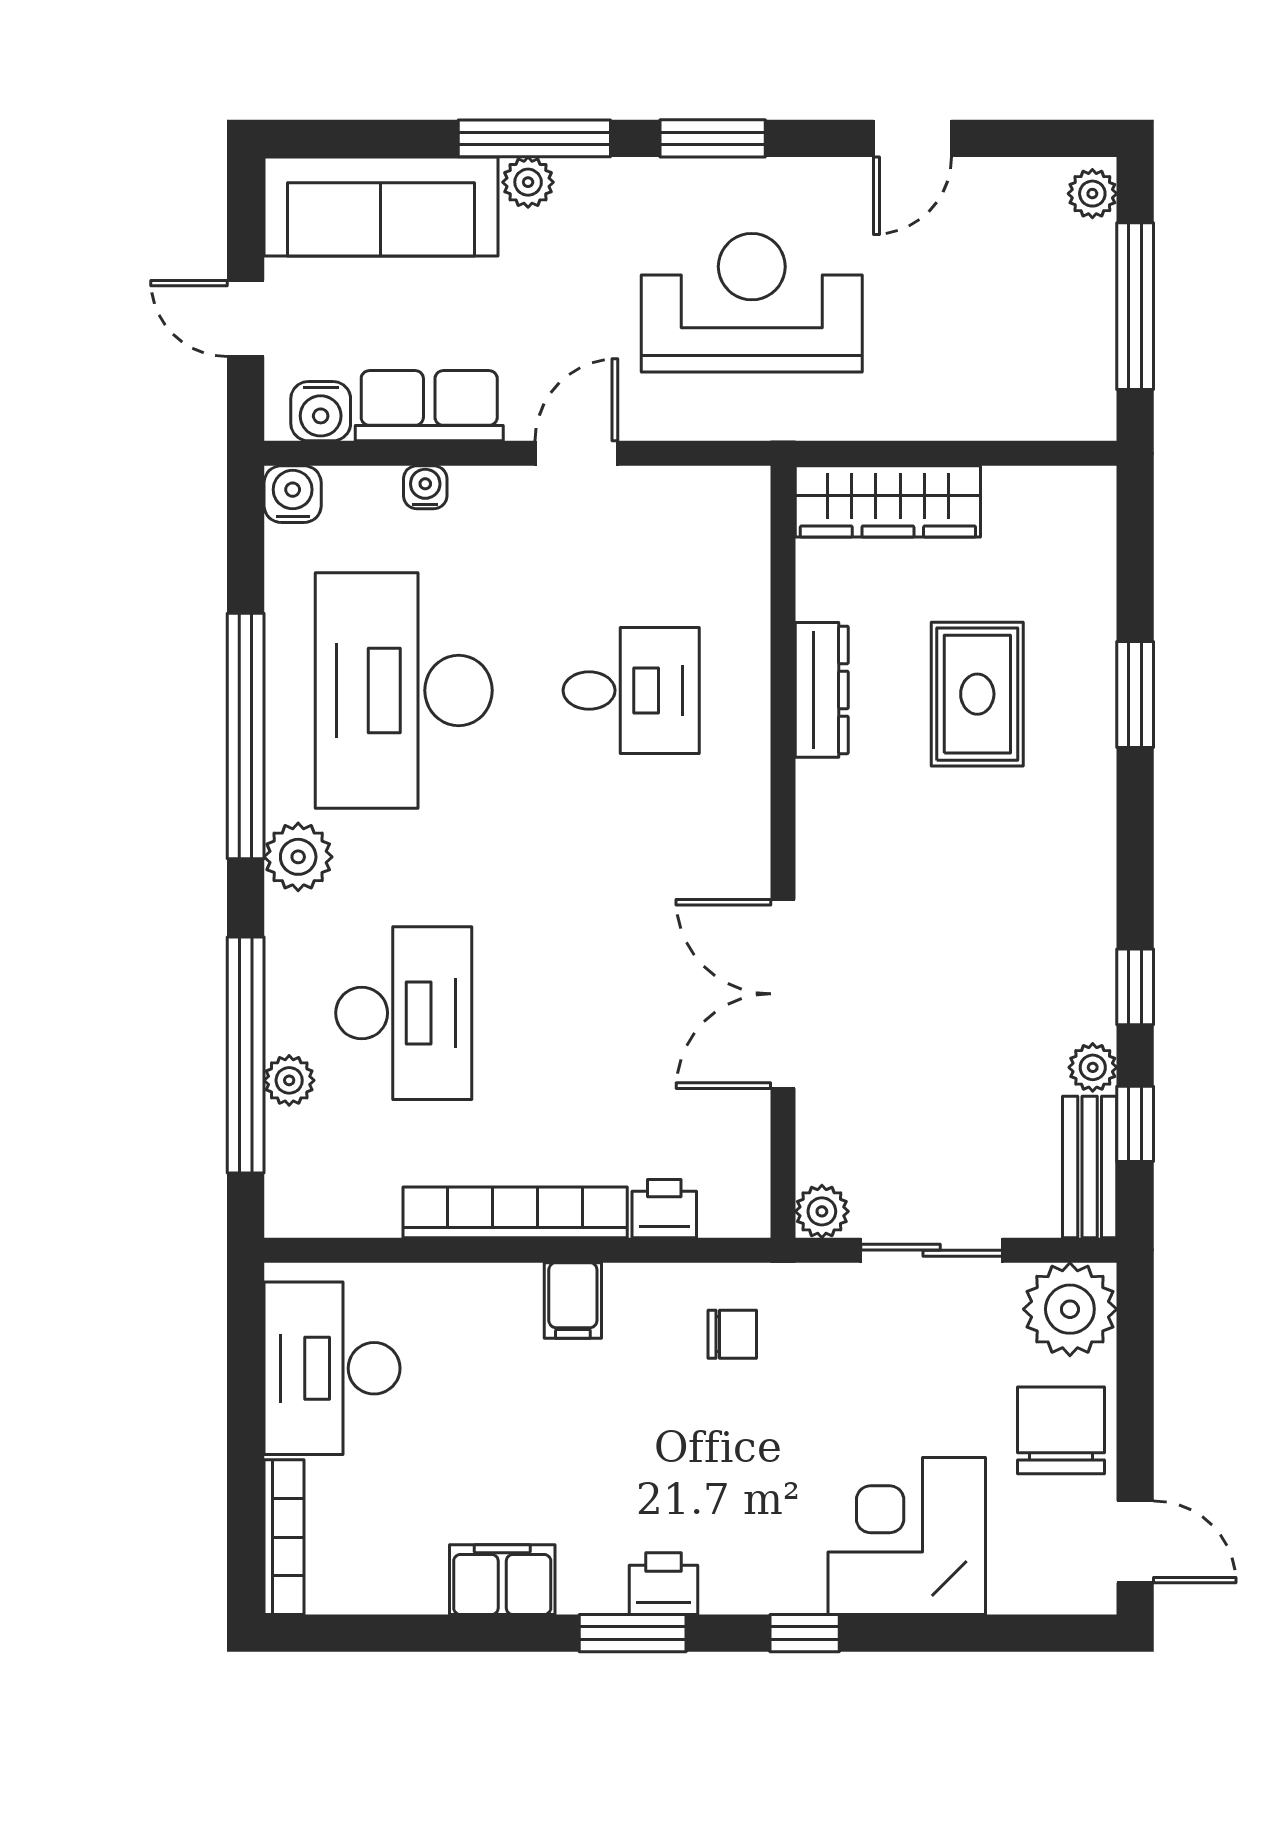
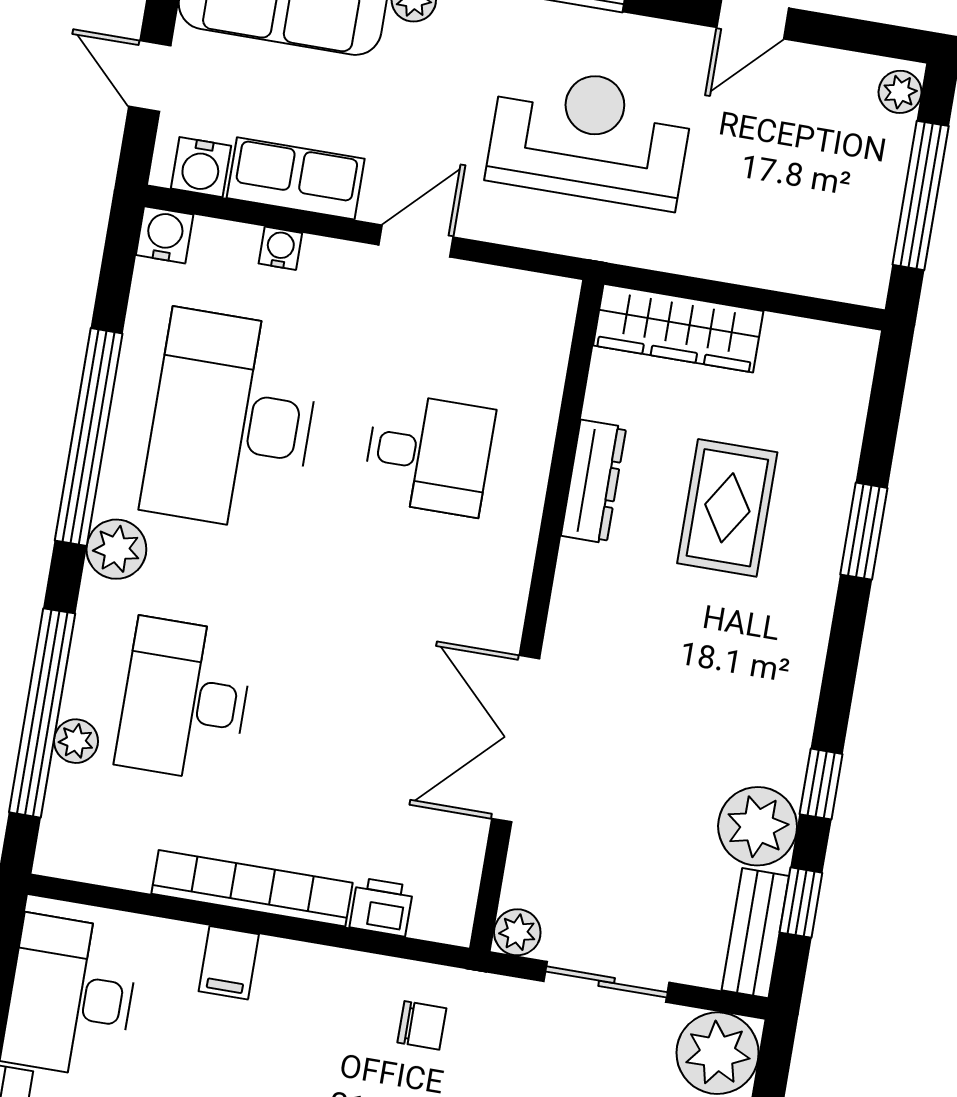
desk: (404, 1013) -> (185, 700), turned 180
plant: (1093, 1067) -> (758, 826), width x1.88, depth x1.88
filing cabinet: (573, 1301) -> (229, 963), moved

